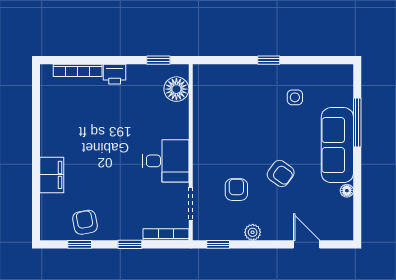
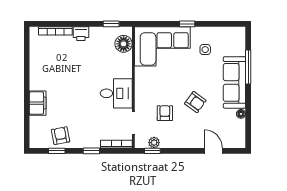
corner sofa: (233, 93) -> (162, 46), added
plant: (253, 232) -> (154, 143), moved

